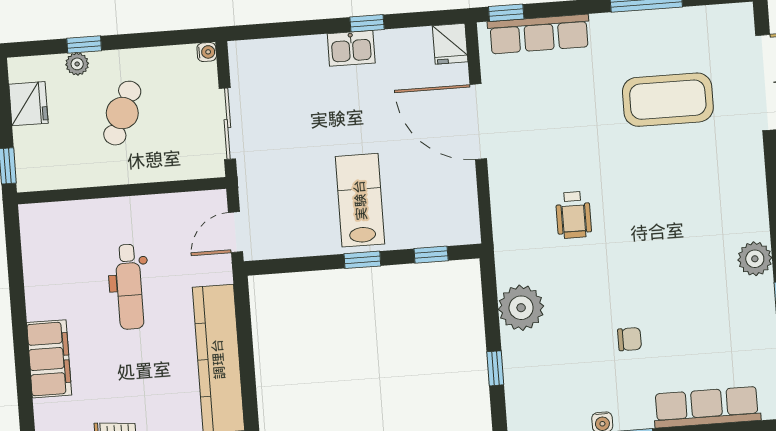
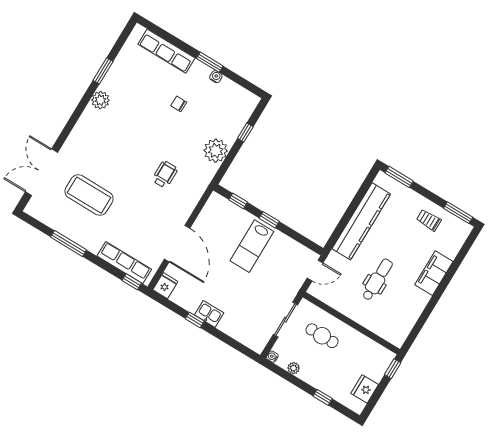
plant: (77, 64) -> (294, 368), moved
cafe table: (122, 113) -> (322, 336), moved, turned 67

